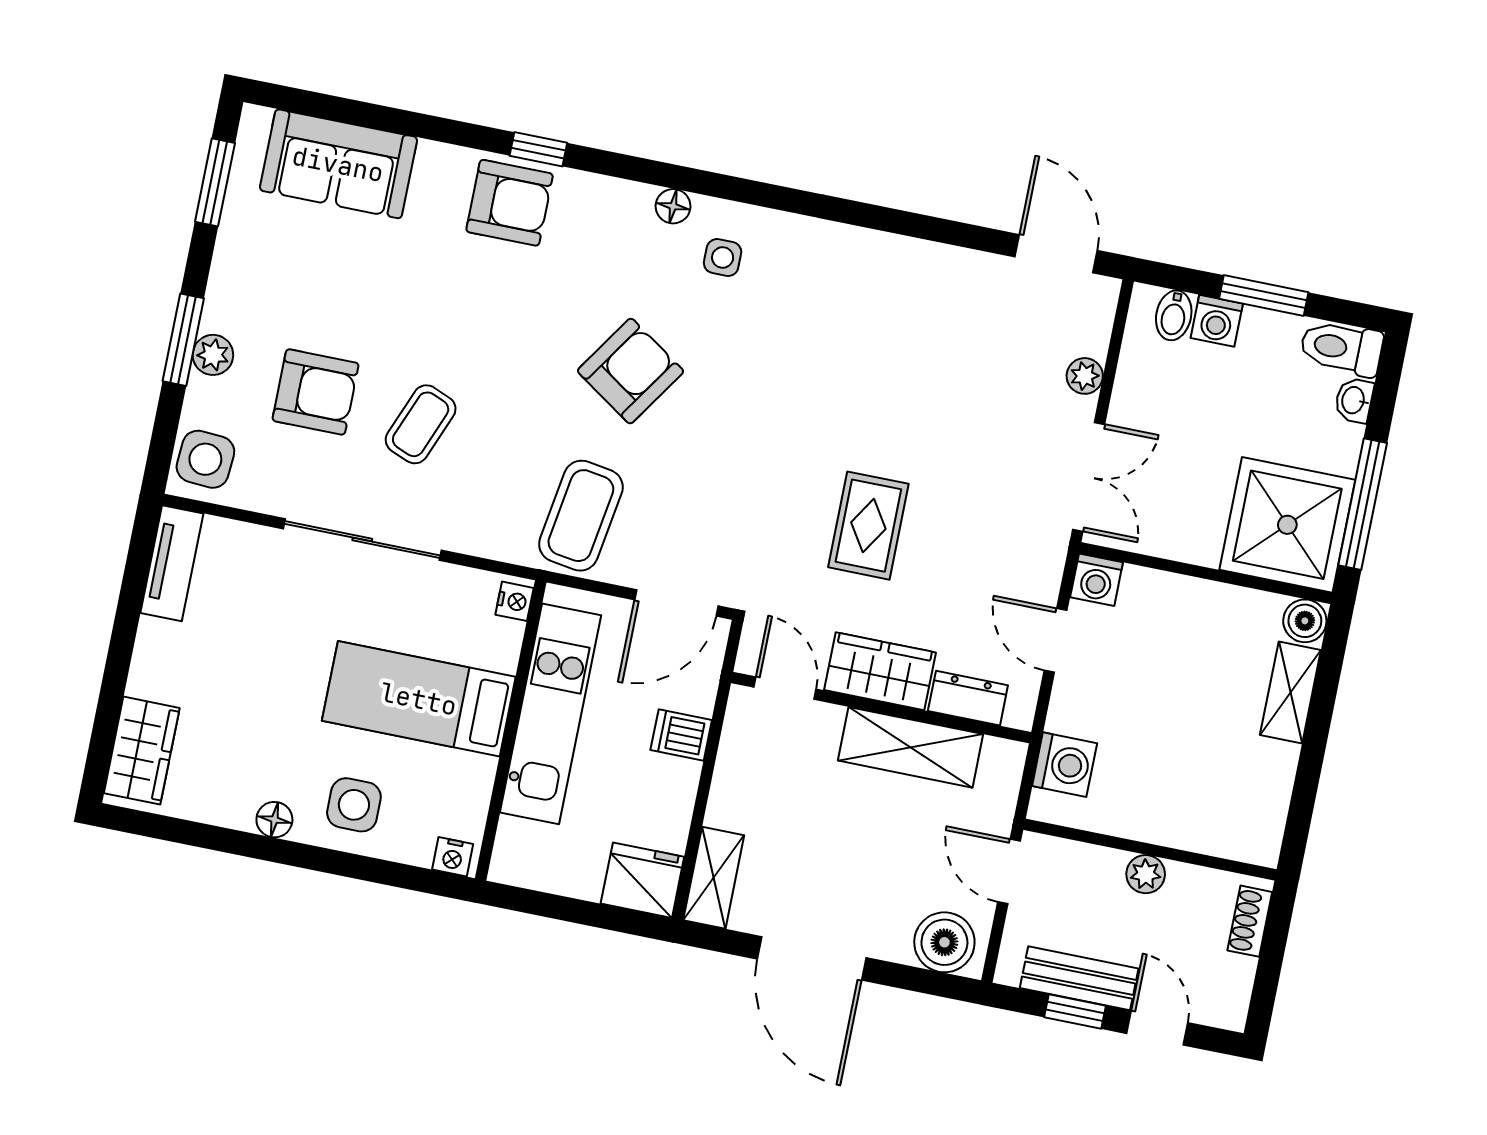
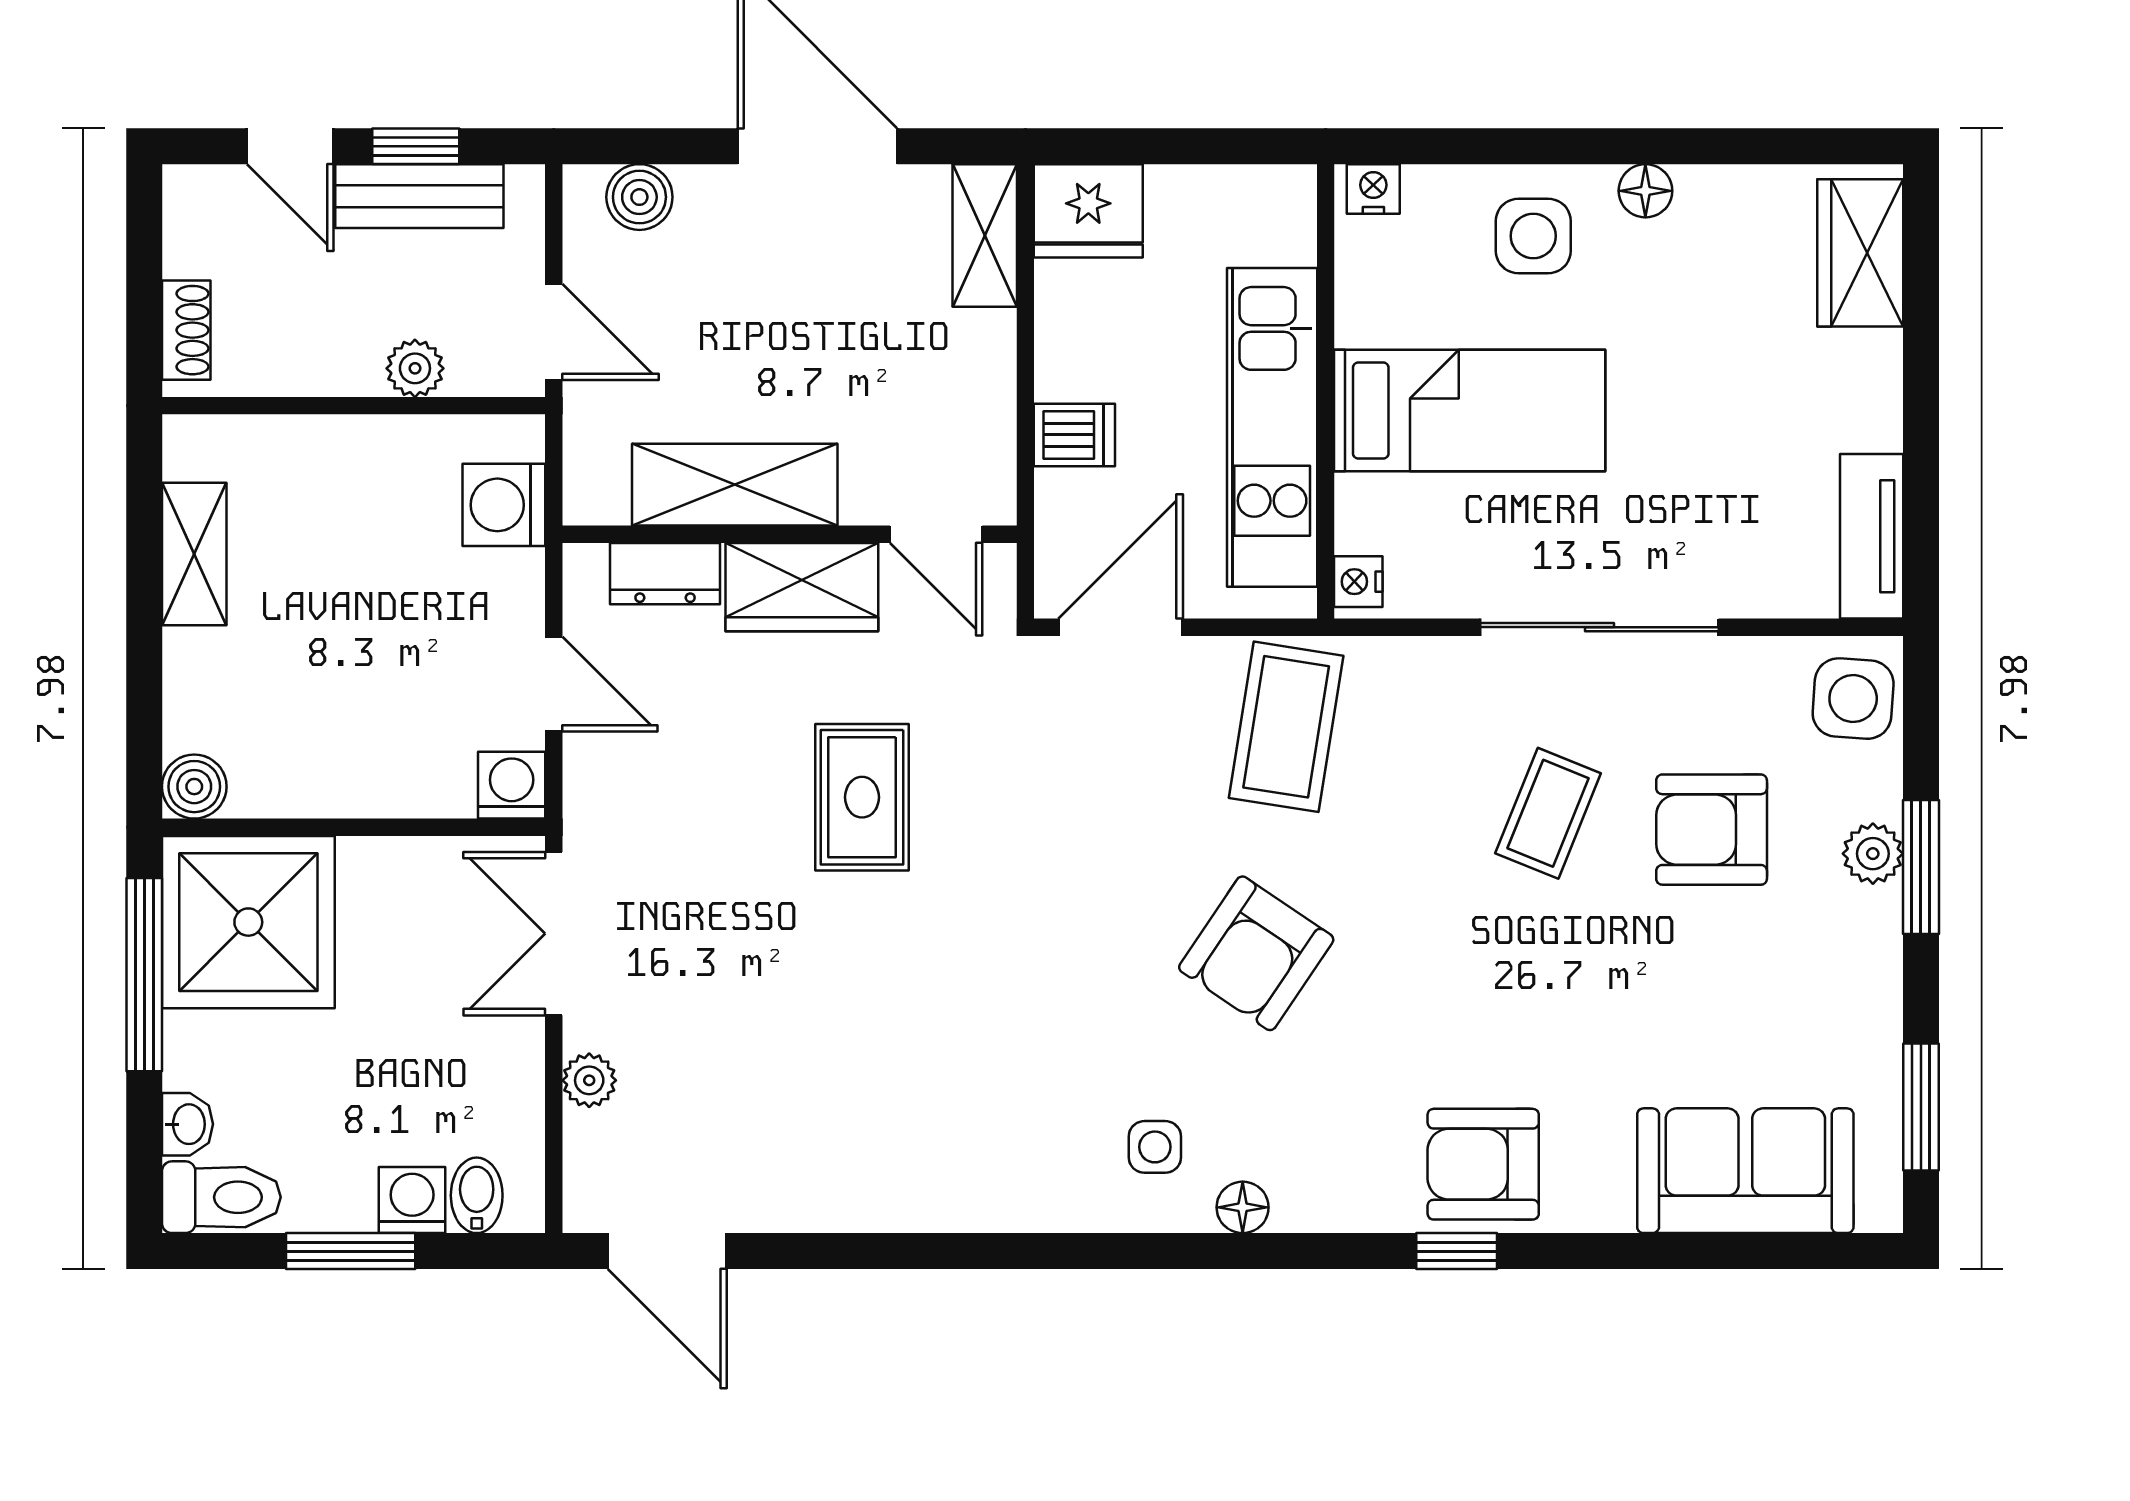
shelving: (1290, 692) -> (194, 554), moved
plant: (1146, 874) -> (415, 368), moved
boiler: (944, 942) -> (639, 197), width x0.73, depth x0.73

